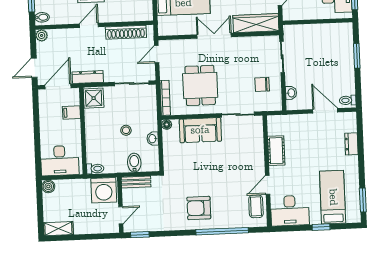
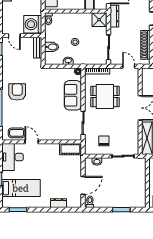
cot: (276, 151) -> (70, 149), moved

